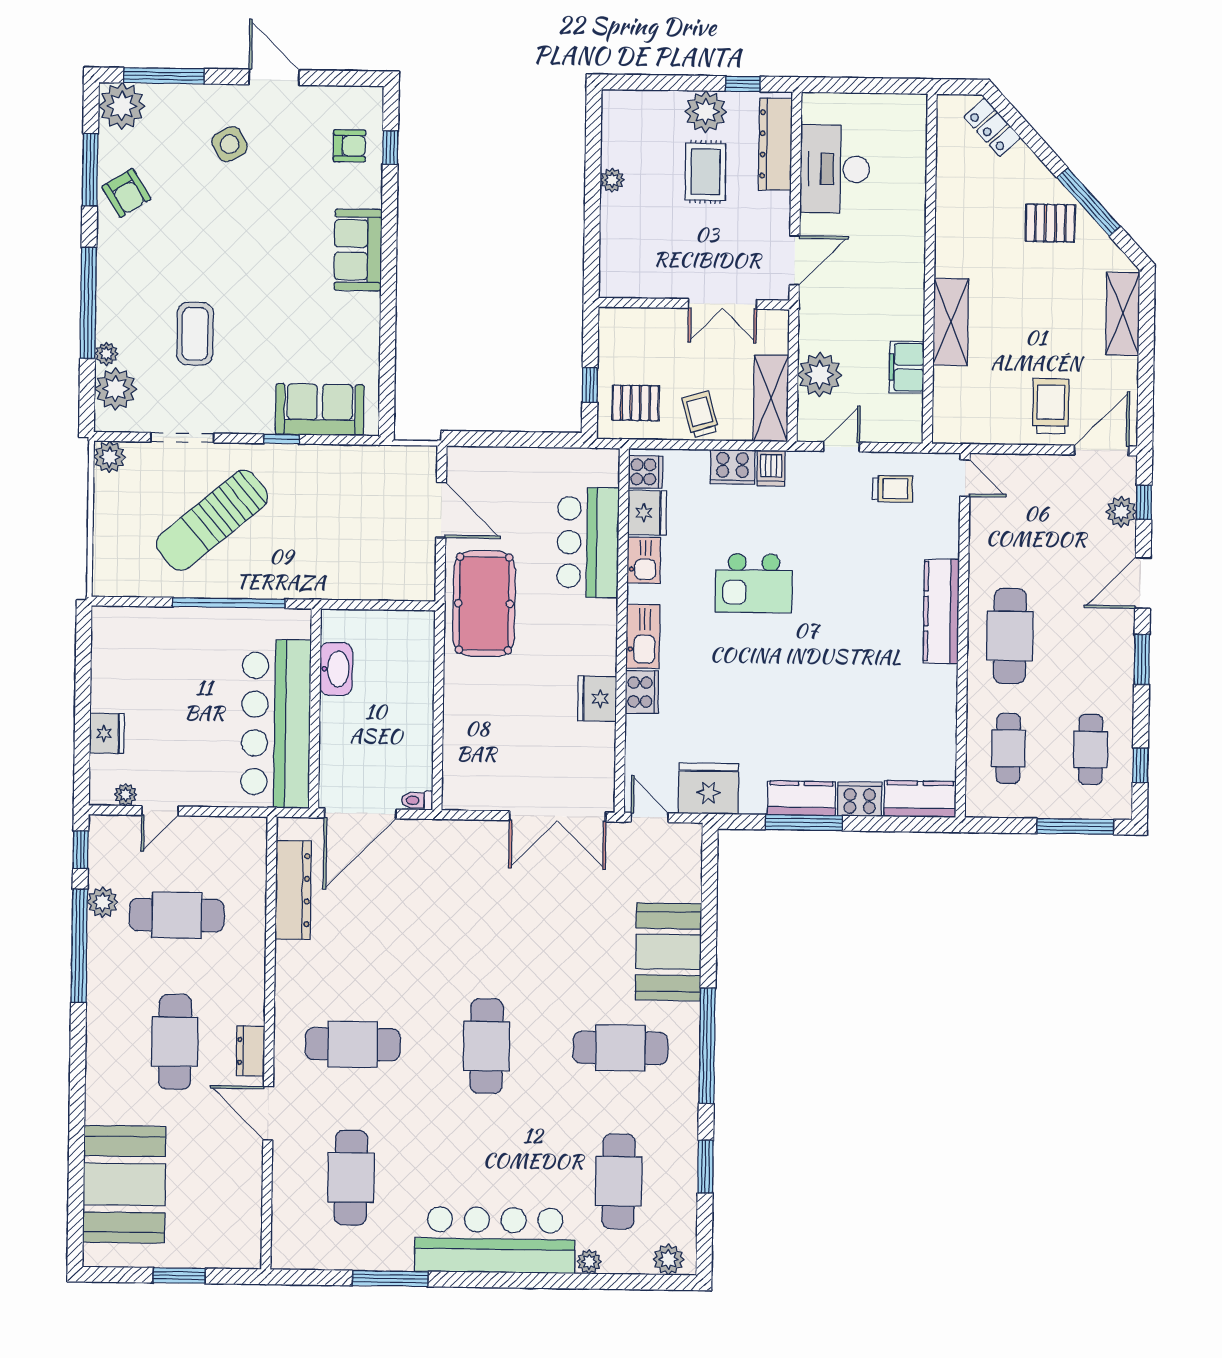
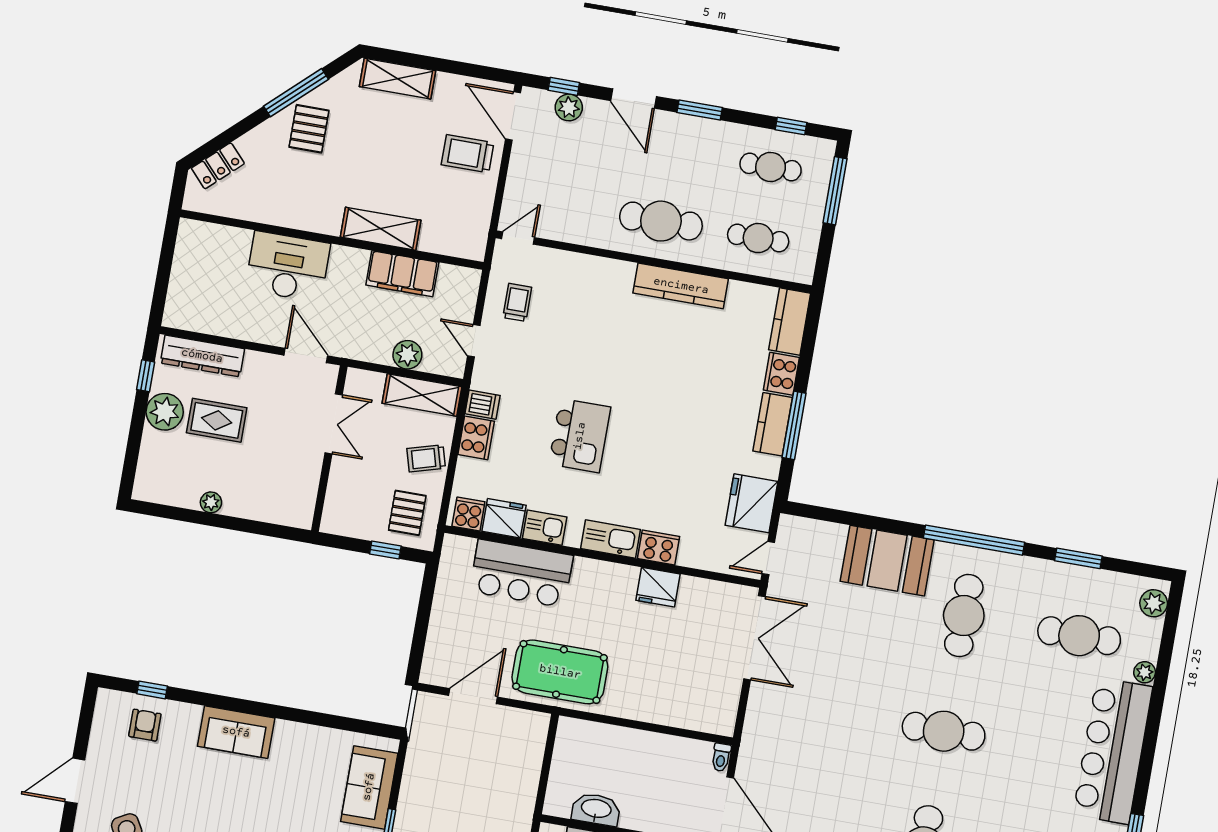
desk: (835, 169) -> (288, 267), moved, turned 180
filing cabinet: (907, 367) -> (402, 274), width x1.50, depth x1.17
plant: (820, 375) -> (407, 355), width x0.73, depth x0.73
kitchen counter: (941, 611) -> (681, 286), moved

